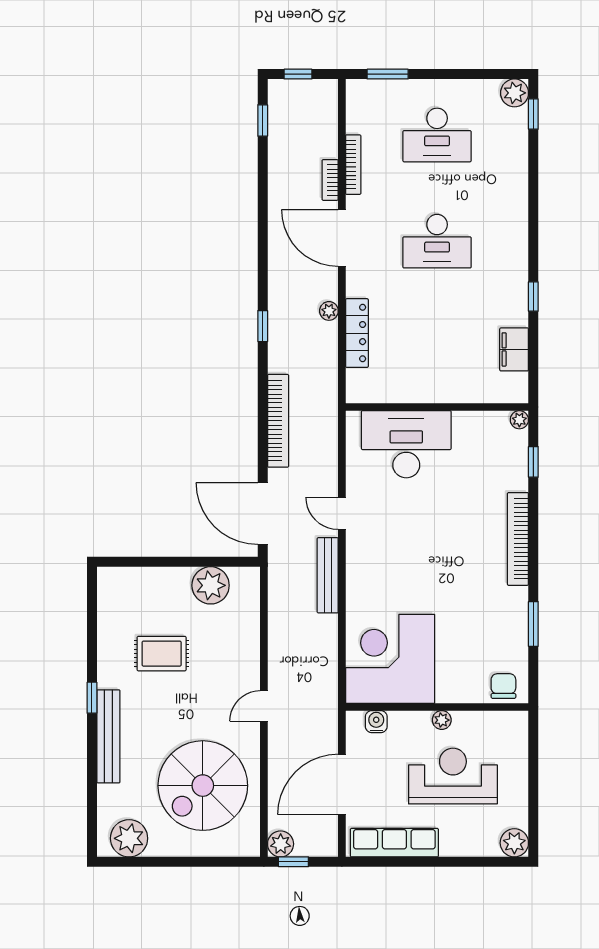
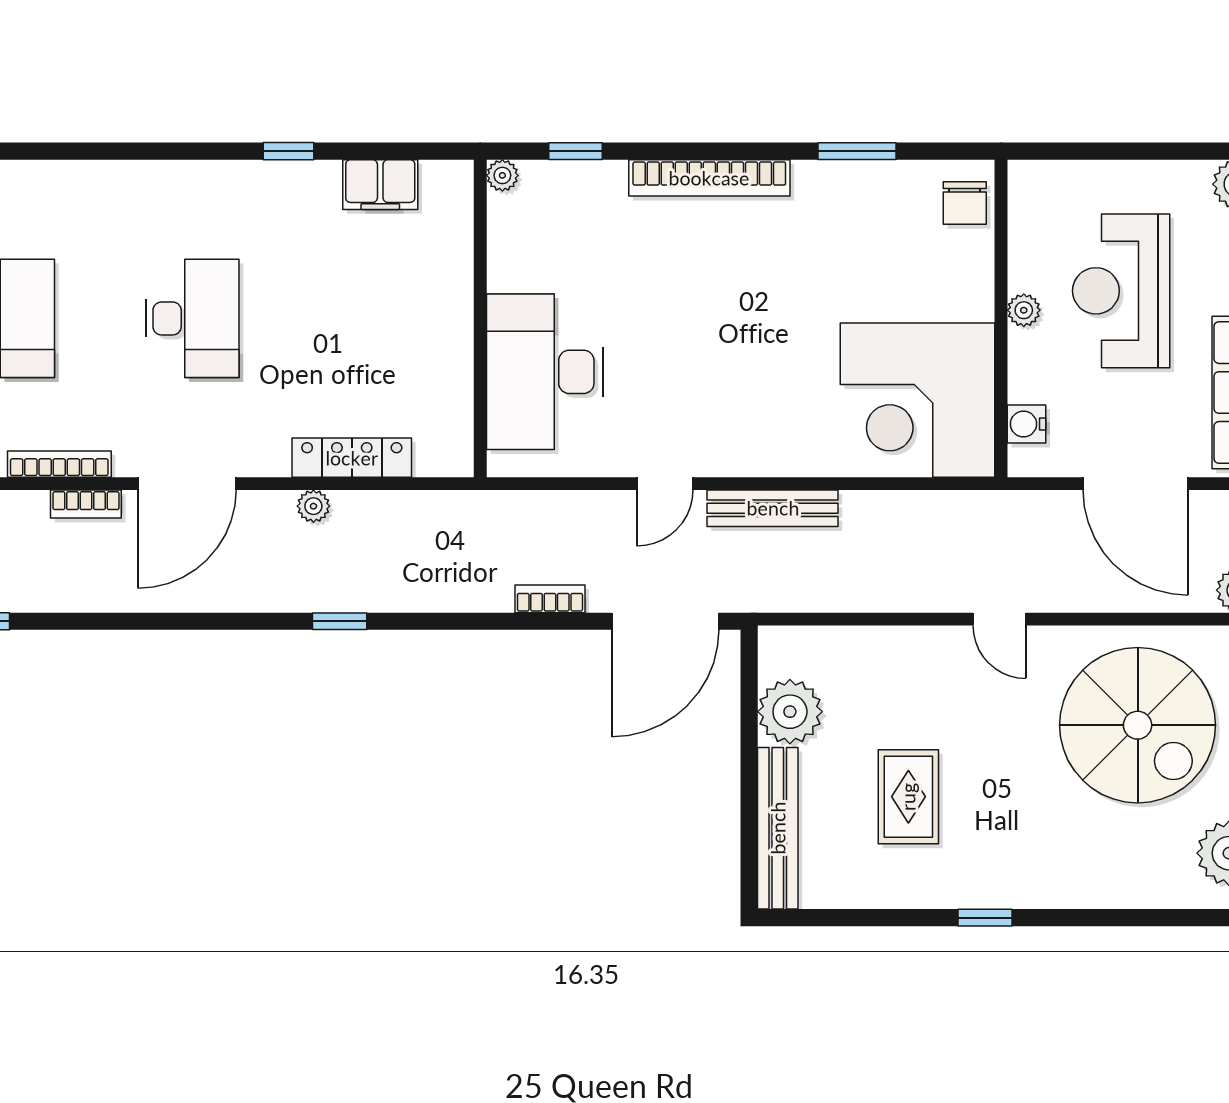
bookcase: (278, 421) -> (550, 599), width x0.43, depth x0.76
chair: (503, 686) -> (965, 203), turned -90
bench: (108, 736) -> (778, 828), moved, turned 90

